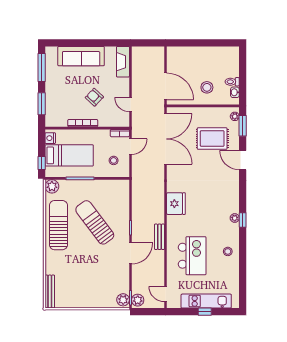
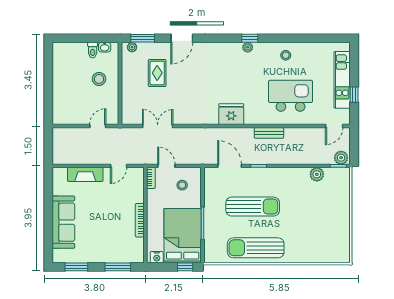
fireplace: (123, 62) -> (85, 174), moved
window: (42, 68) -> (76, 267), width x0.69
door: (166, 86) -> (98, 126), width x0.53
armchair: (94, 97) -> (110, 207), removed
double door: (166, 139) -> (158, 126), width x0.54
rug: (212, 139) -> (157, 73), width x0.73, depth x0.70
bed: (69, 155) -> (183, 236), width x1.50
plant: (52, 186) -> (212, 255), removed
sun lounger: (95, 222) -> (253, 207), turned -143
door: (130, 253) -> (230, 166), moved
bench: (50, 292) -> (331, 258), removed
plant: (123, 300) -> (317, 174), moved
window: (205, 312) -> (354, 95), moved

